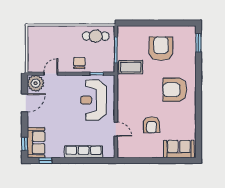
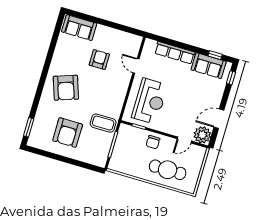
cafe table: (96, 36) -> (168, 170), moved, width x1.37, depth x1.35
armchair: (175, 90) -> (66, 88), turned 71
sofa: (36, 143) -> (209, 66), moved, turned -90

